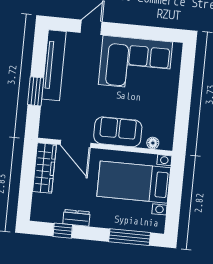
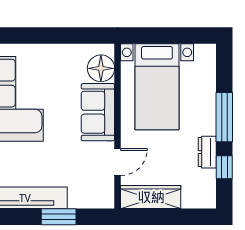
floor lamp: (153, 143) -> (101, 68), width x1.89, depth x1.89
door: (76, 144) -> (118, 162), width x0.73
window: (130, 237) -> (224, 117), moved

